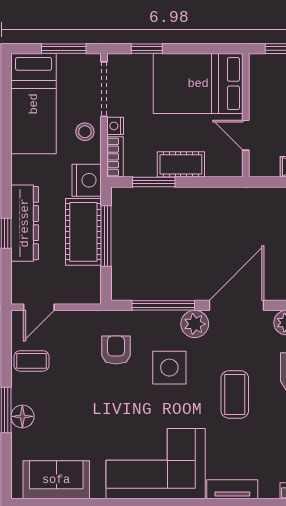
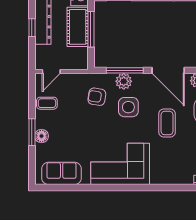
door: (236, 305) -> (168, 70), swing flipped
plant: (195, 324) -> (124, 81), moved
armchair: (116, 350) -> (97, 97), turned -81
tv unit: (232, 489) -> (166, 179), removed

